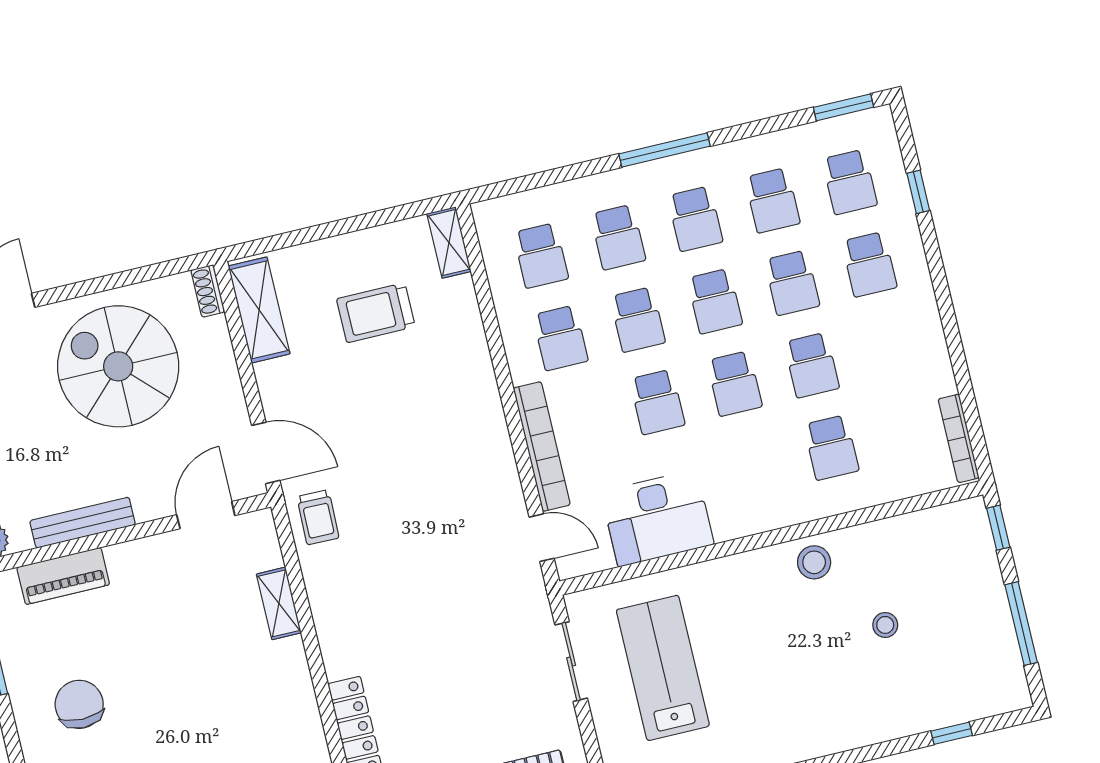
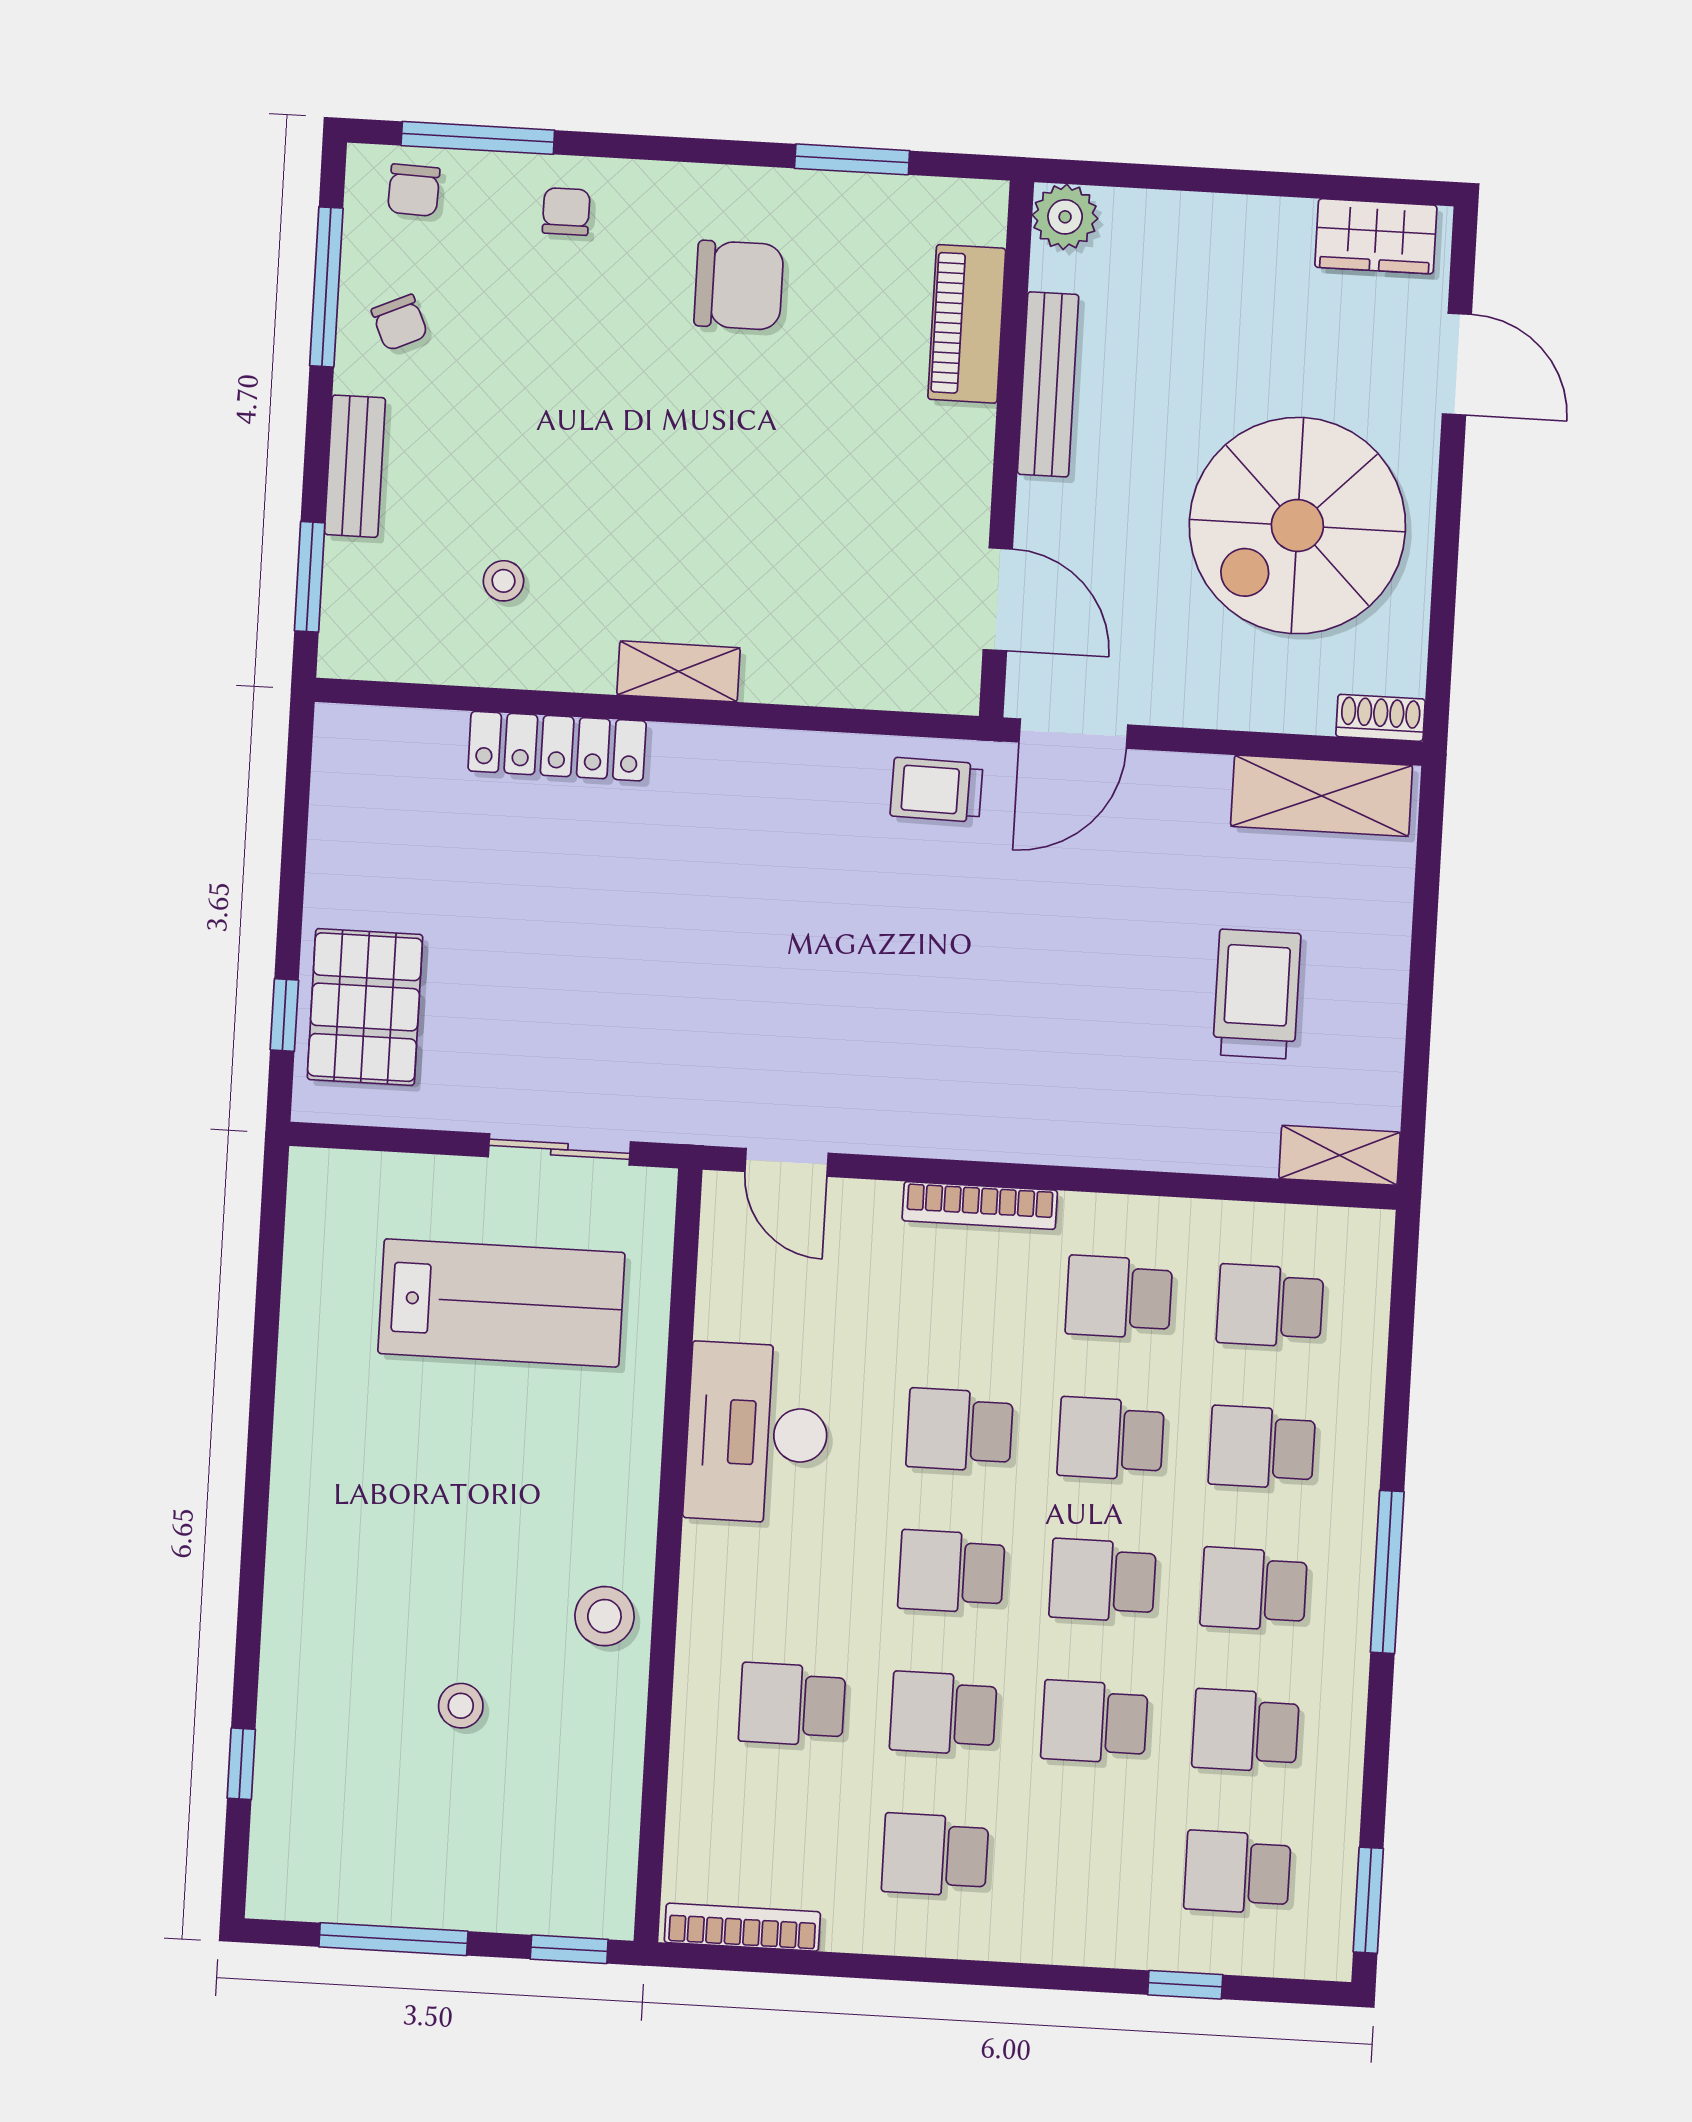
school desk: (869, 264) -> (935, 1855), moved
spiral stairs: (118, 366) -> (1297, 526), turned 180
bookcase: (542, 446) -> (980, 1205), width x0.68, depth x0.76
desk: (657, 518) -> (757, 1433), moved
door: (542, 538) -> (787, 1162), hinge flipped
shelving: (279, 603) -> (678, 671), moved

